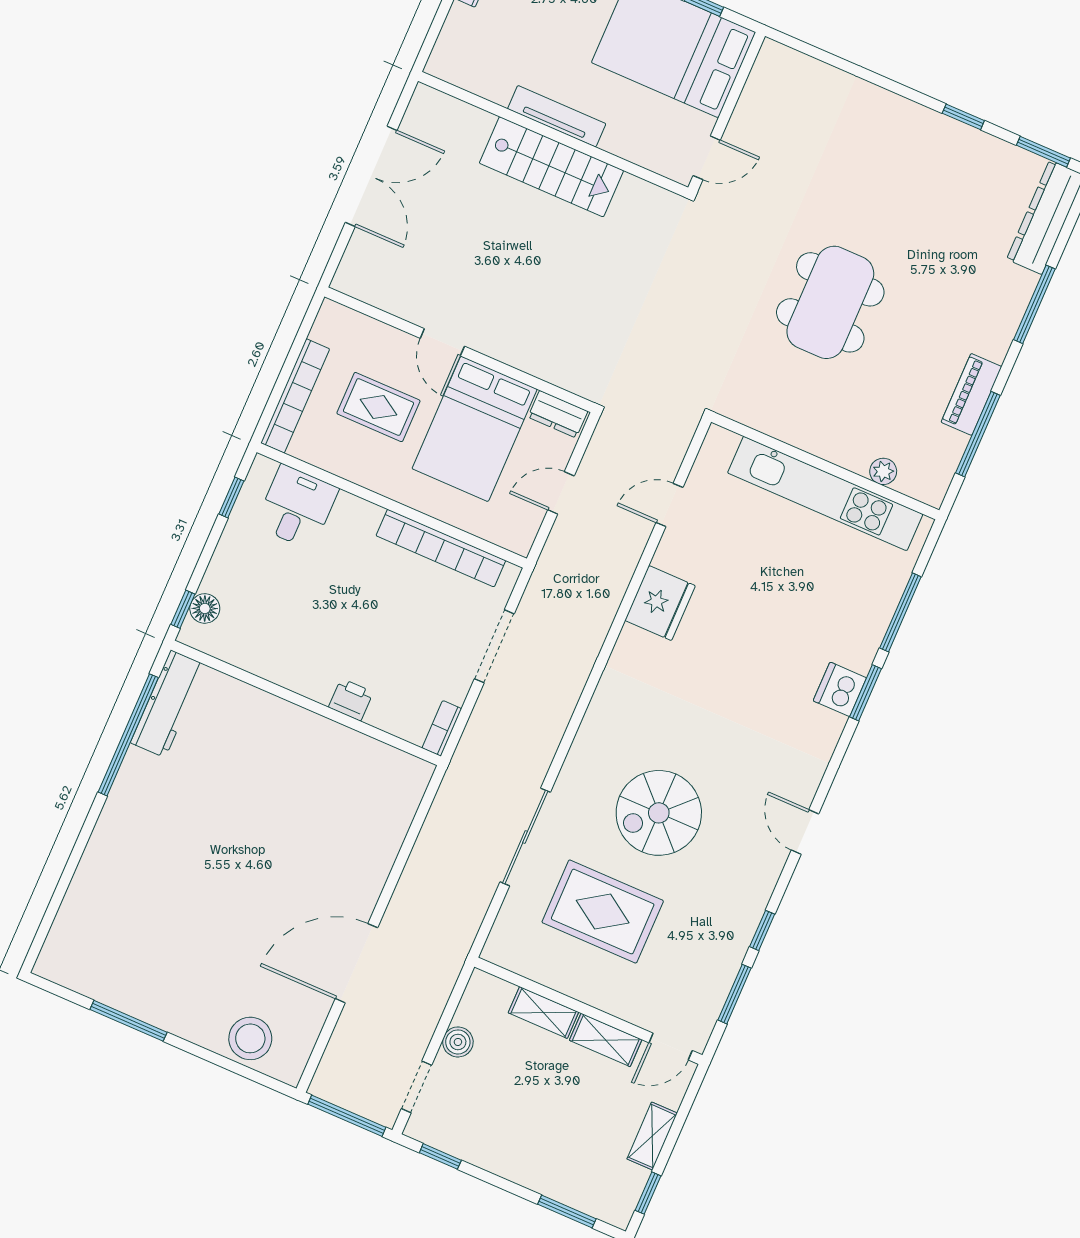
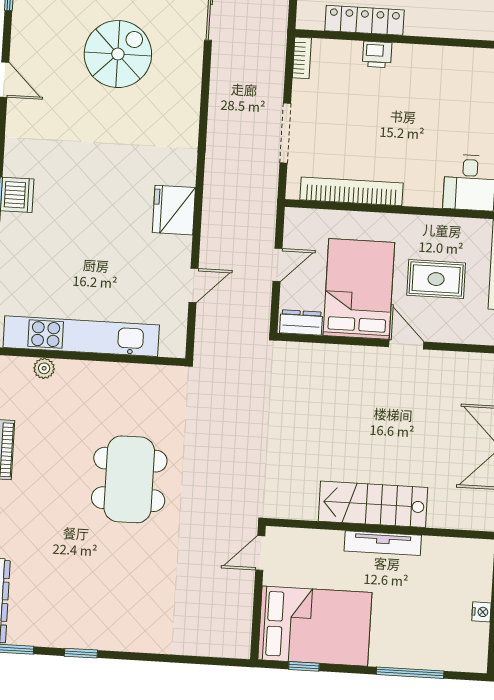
locker: (351, 746) -> (365, 20), added

